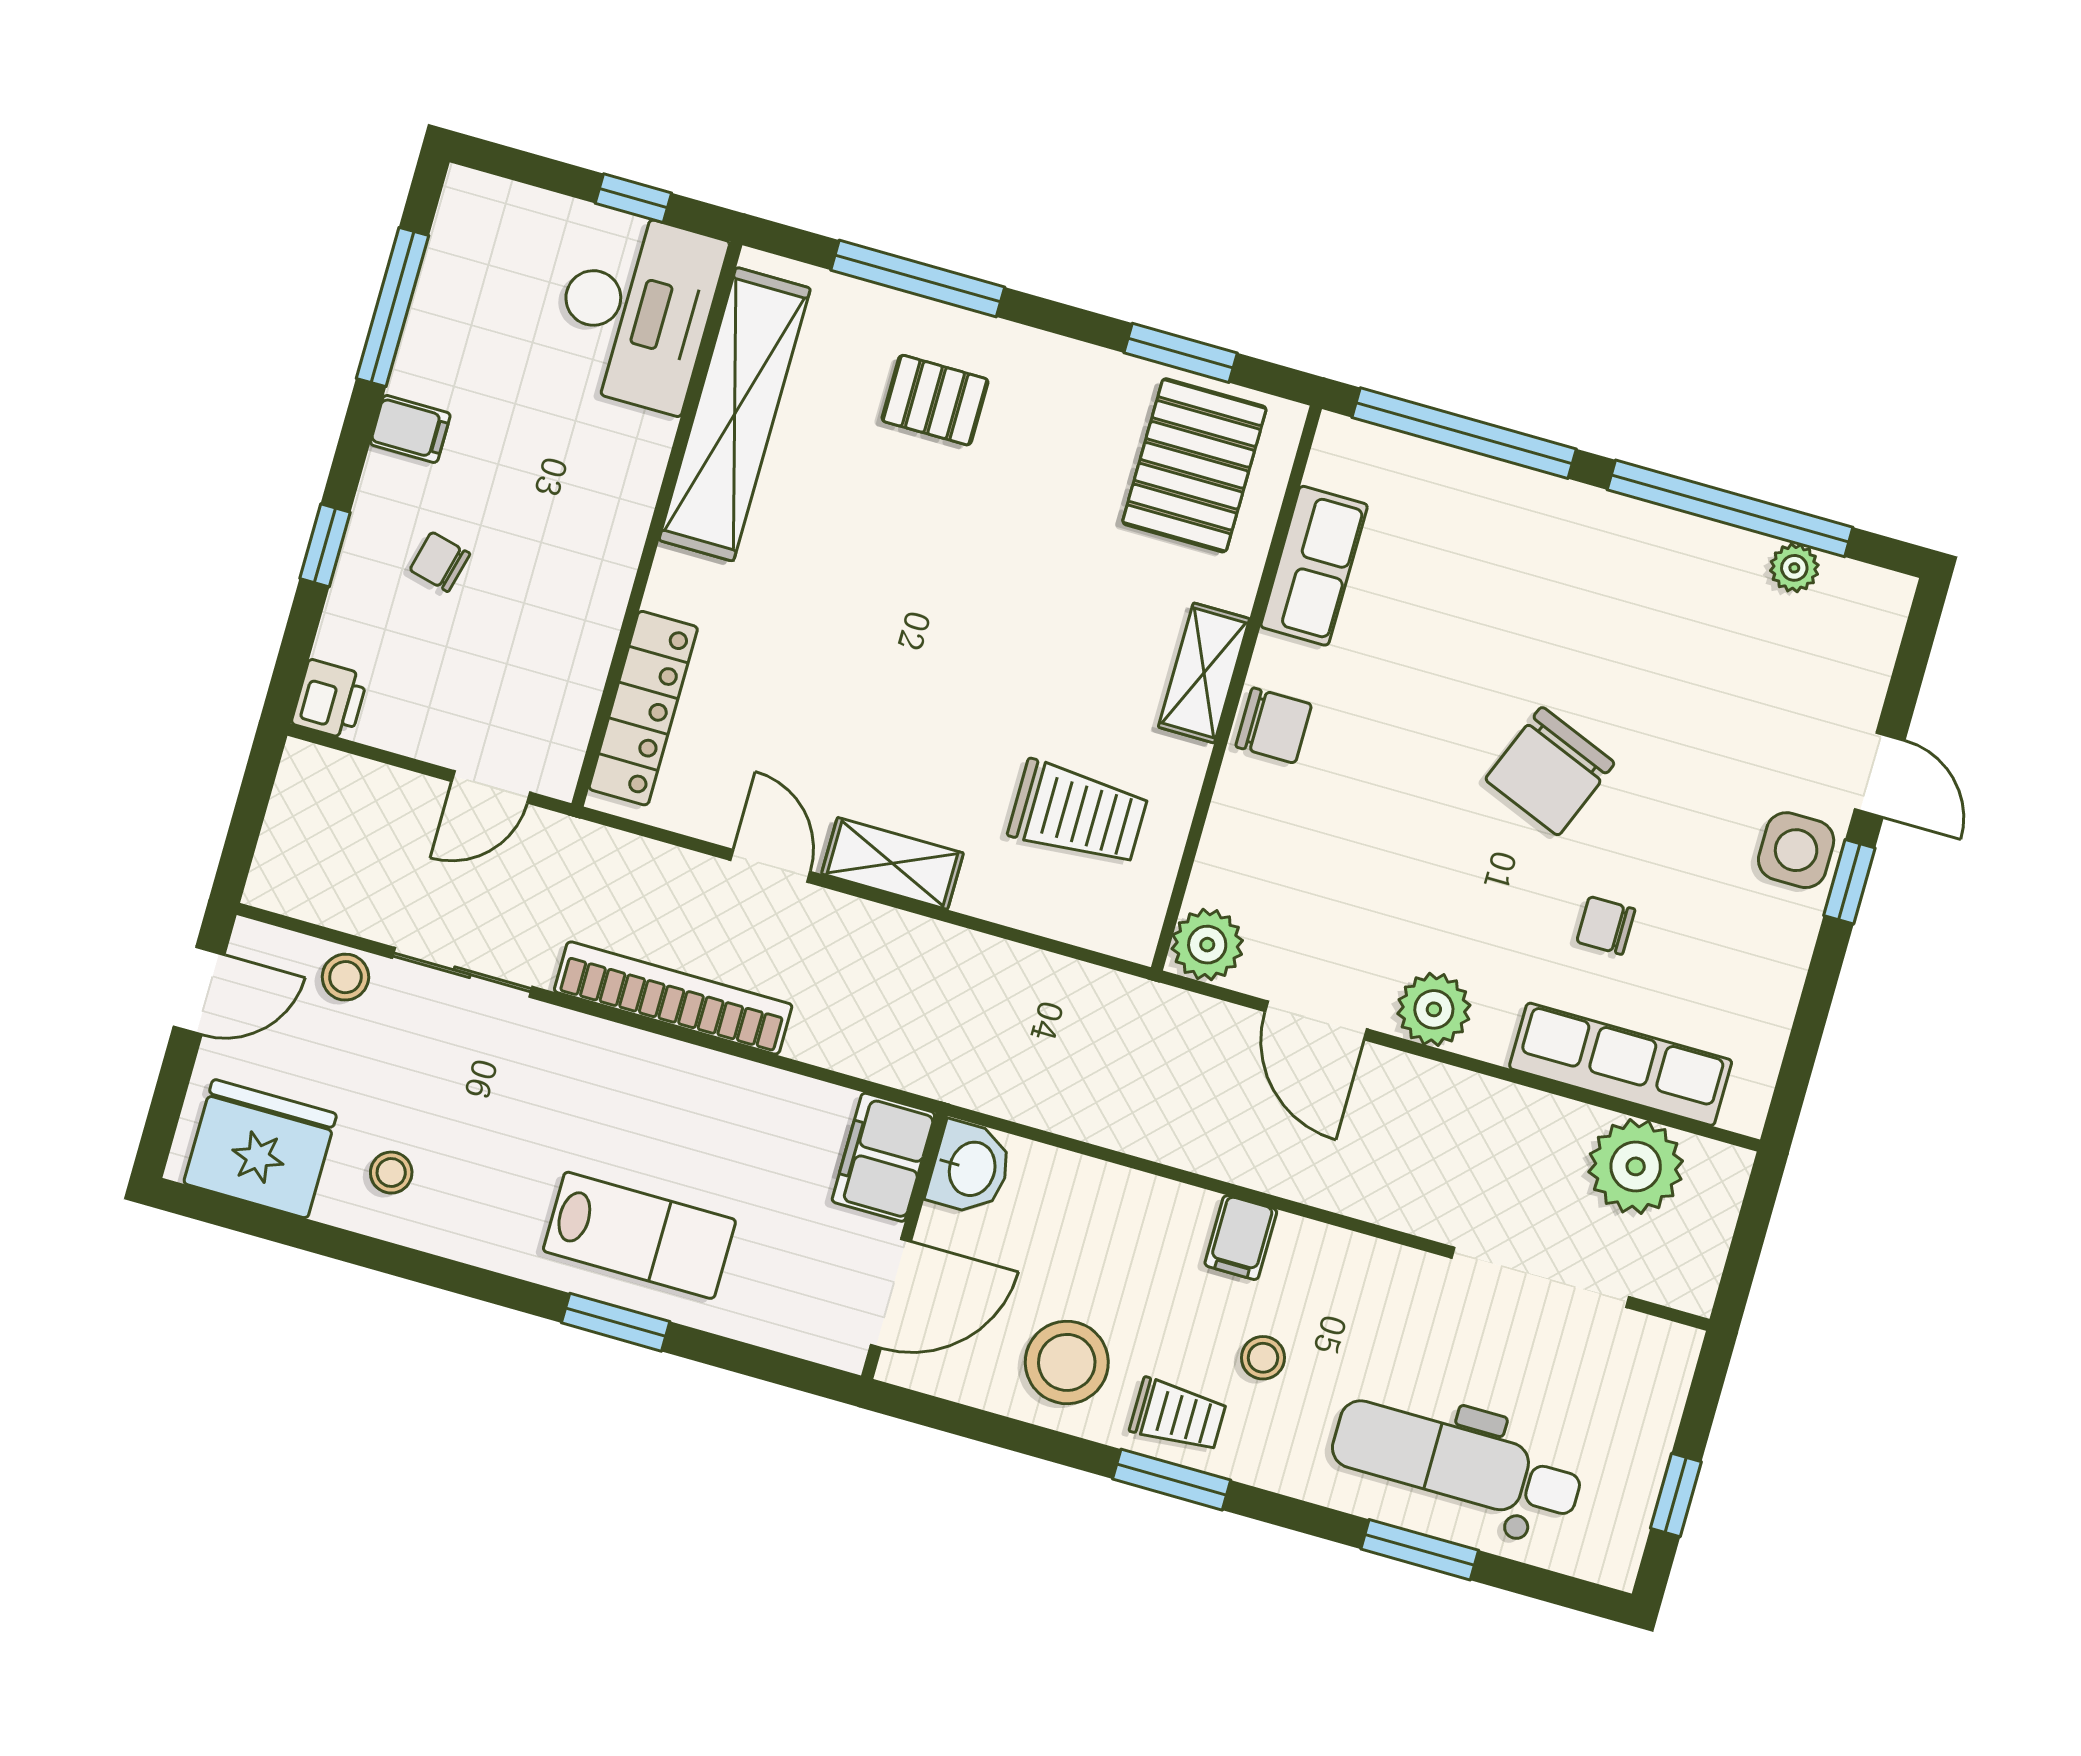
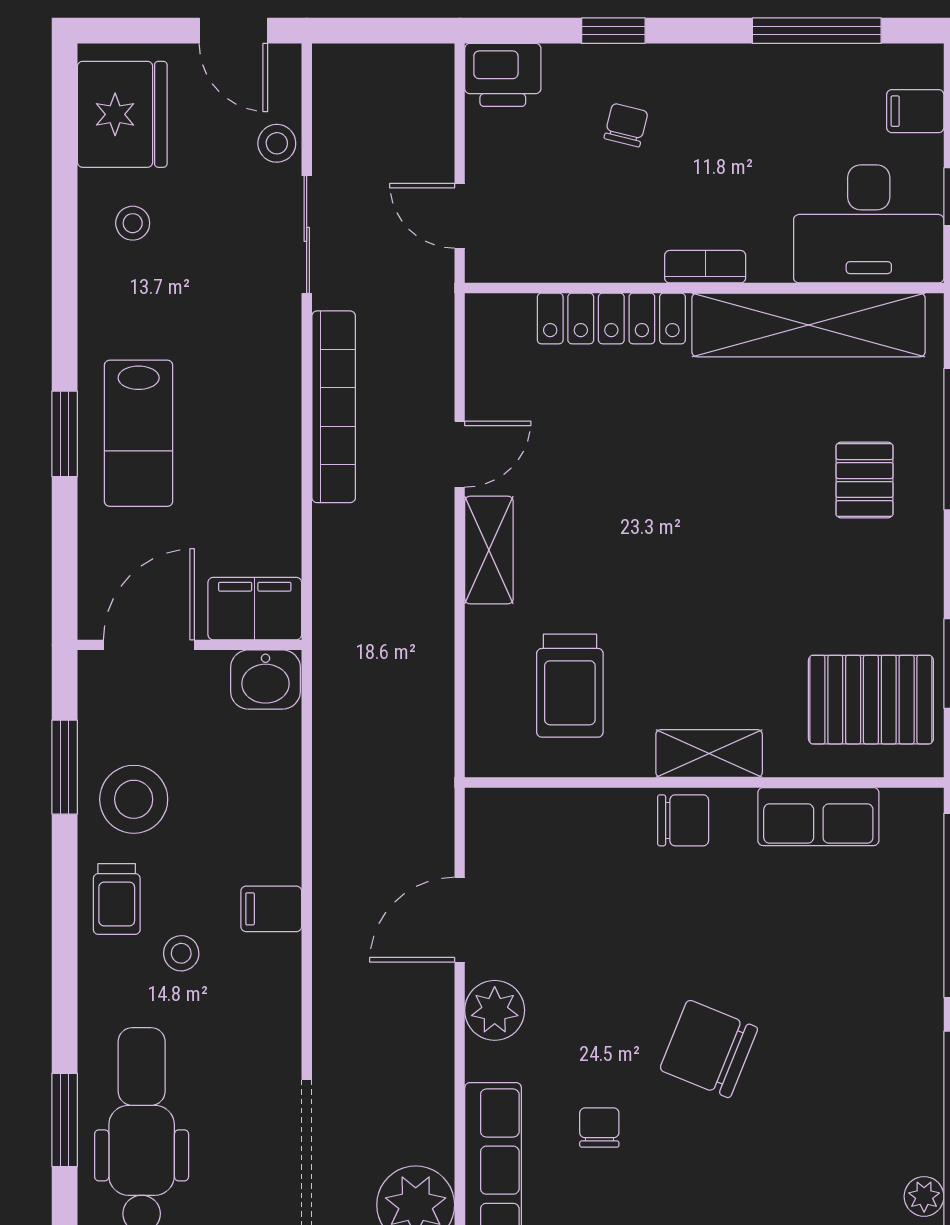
filing cabinet: (410, 429) -> (915, 111), moved, turned 90
bookcase: (632, 516) -> (705, 267), added
printer: (330, 699) -> (503, 75), width x1.36, depth x1.24
locker: (643, 708) -> (611, 318), moved
chair: (1274, 726) -> (683, 820), turned -90
plant: (1207, 945) -> (495, 817), removed
door: (891, 1293) -> (149, 645), swing flipped
window: (1172, 1480) -> (65, 767), moved

